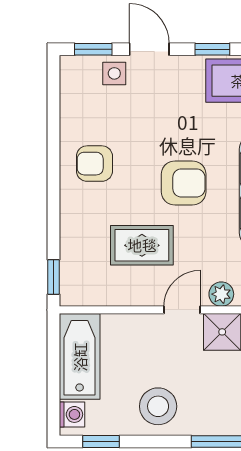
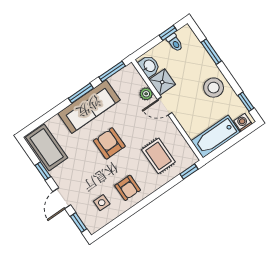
side table: (114, 73) -> (102, 203), moved
rug: (142, 245) -> (158, 156), moved

